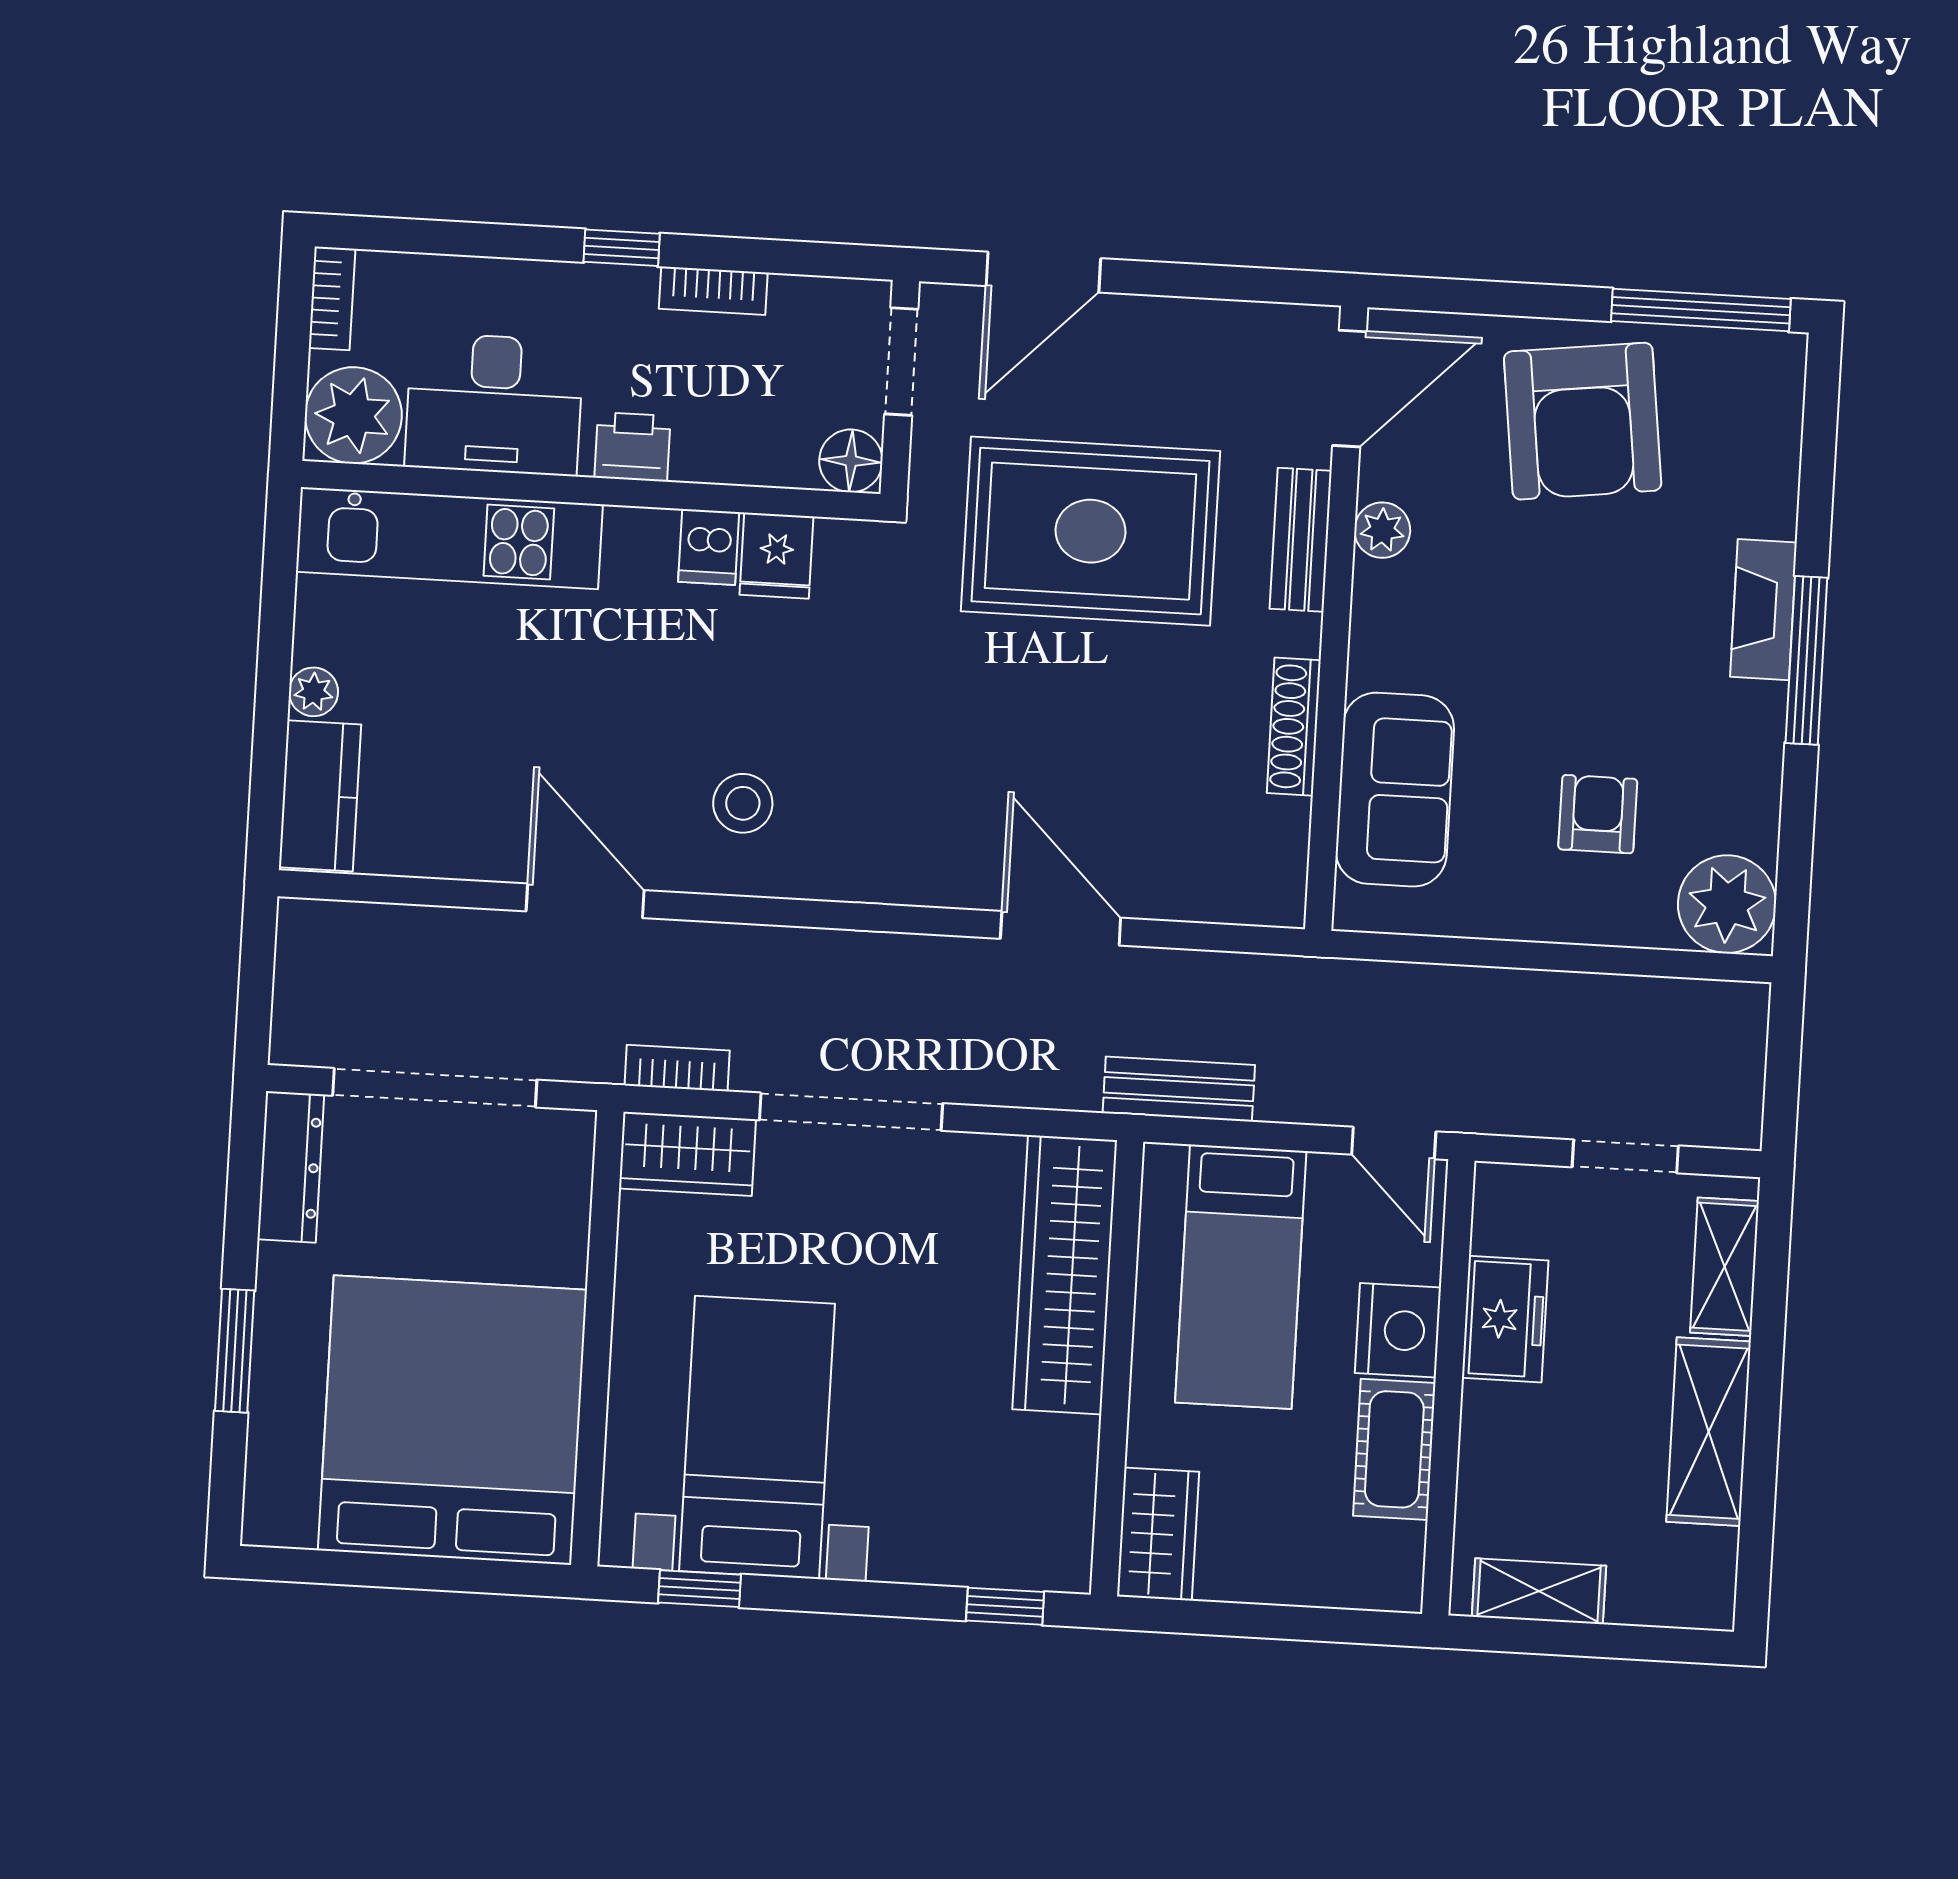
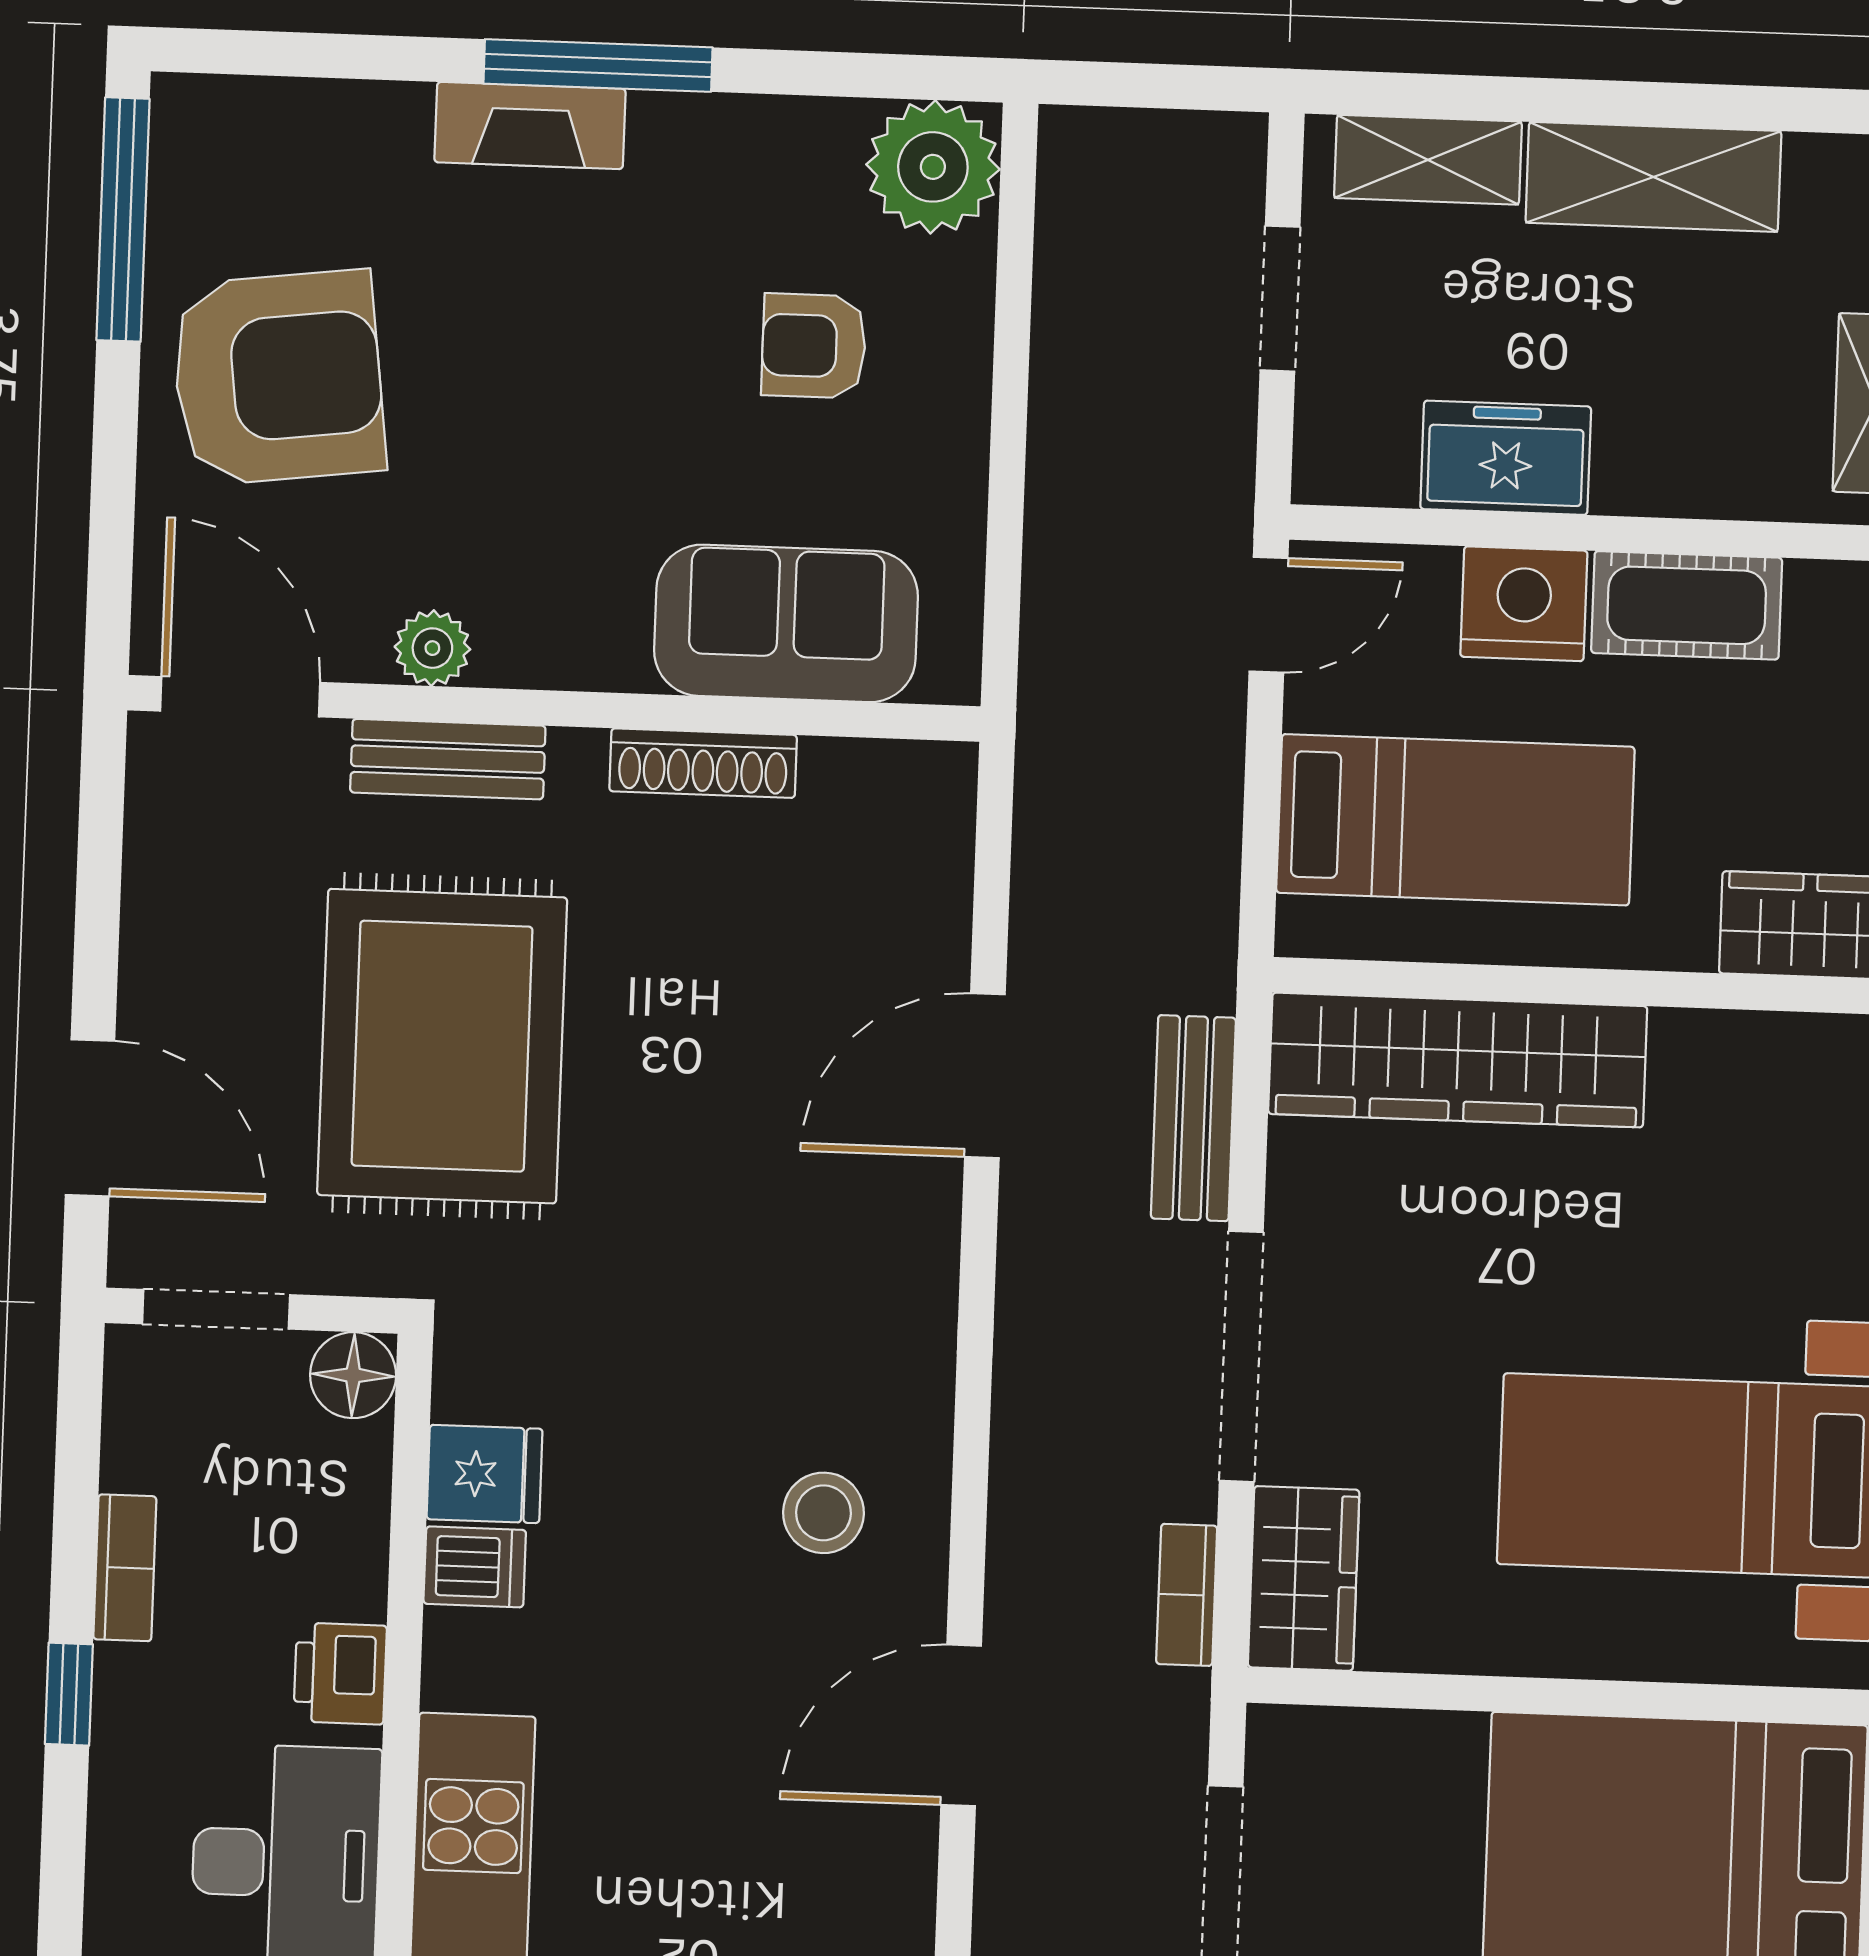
bench: (1179, 1089) -> (1193, 1118), moved

